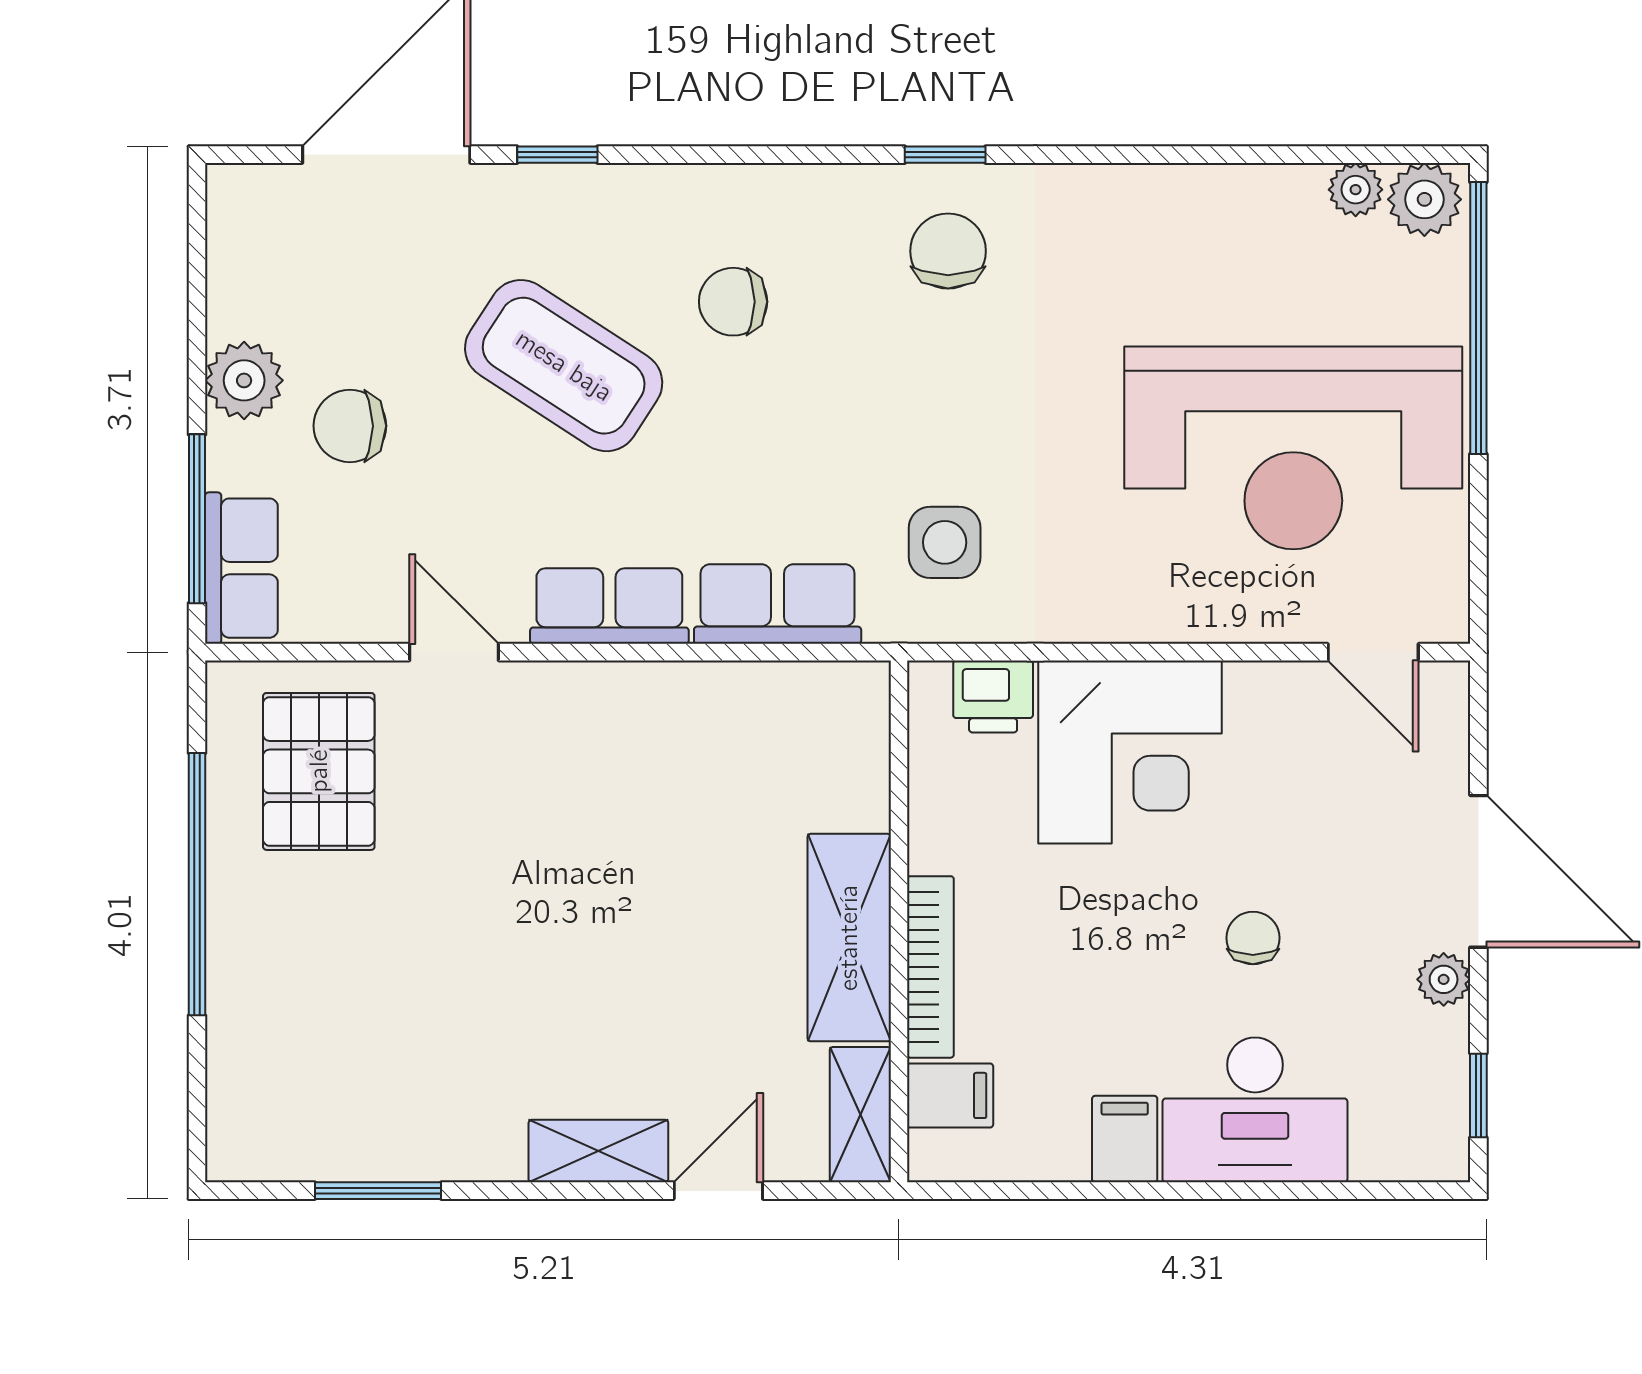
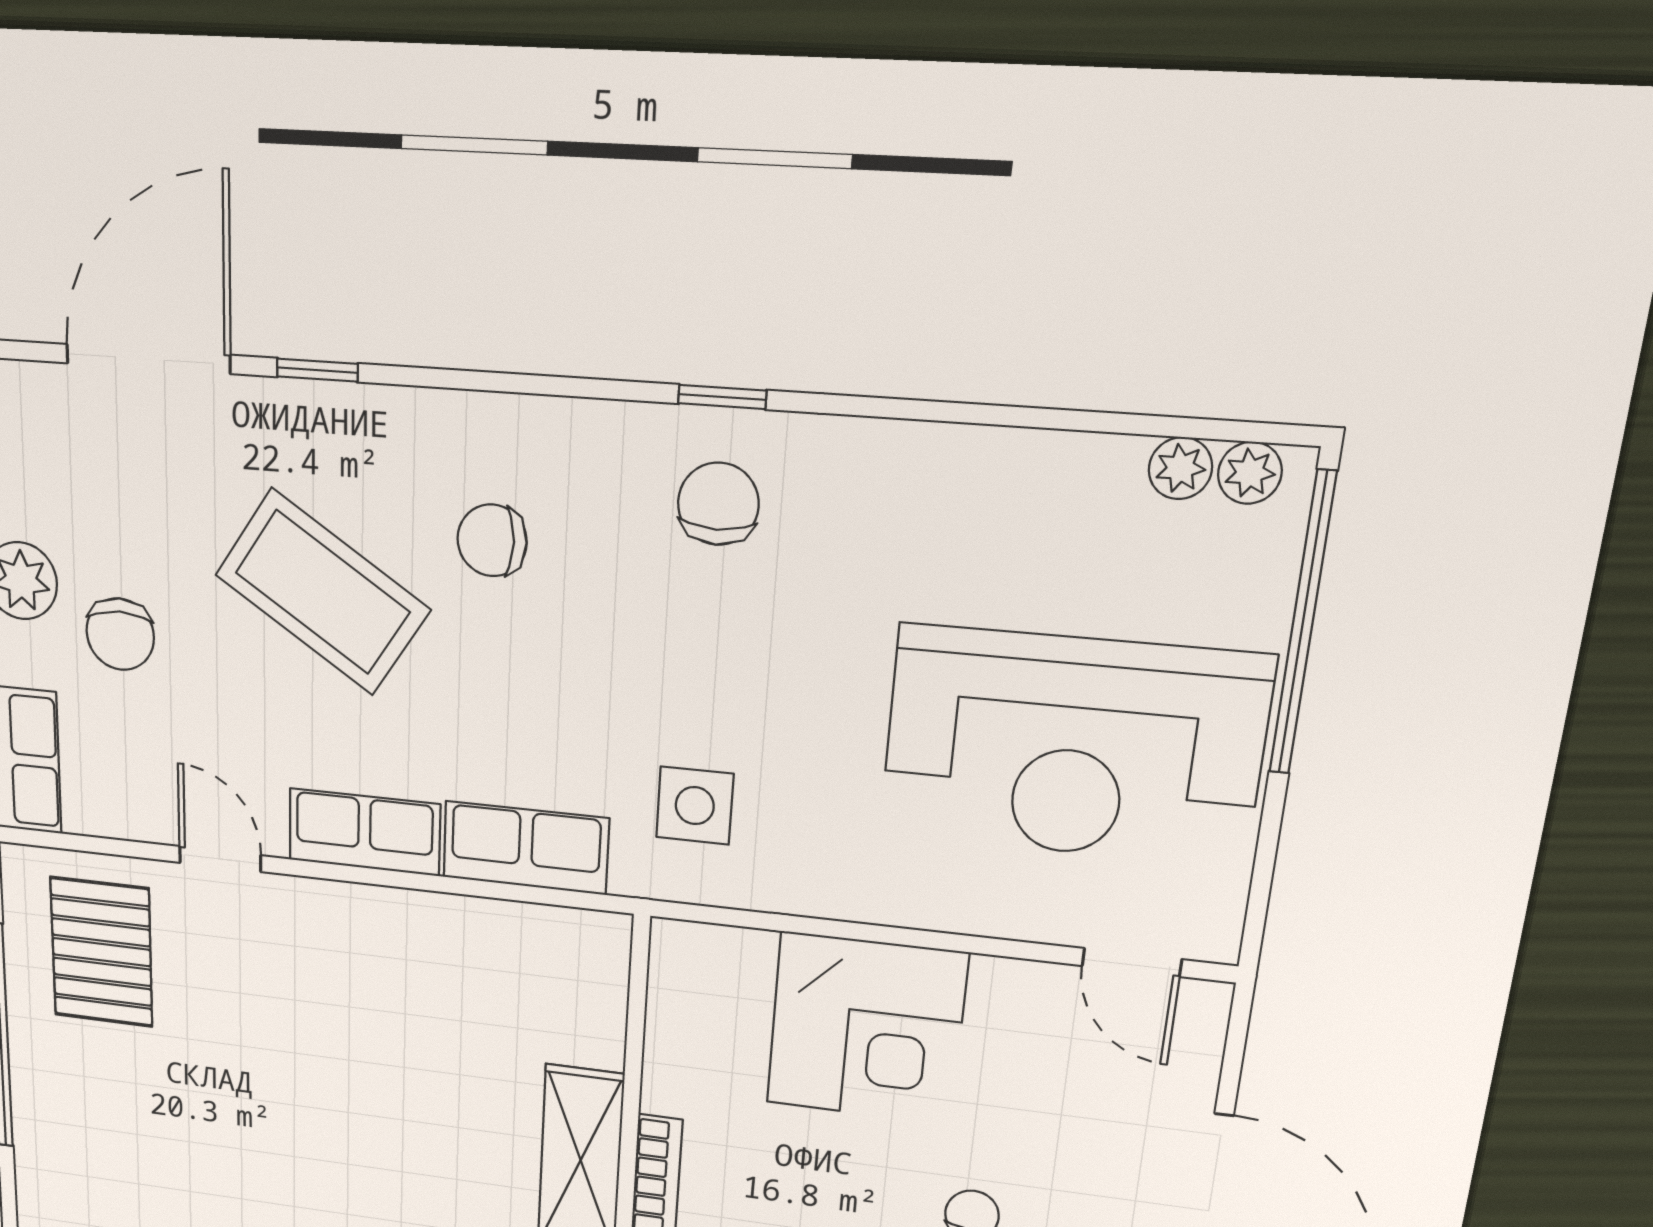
plant: (1424, 199) -> (1250, 473), width x0.73, depth x0.73
chair: (350, 426) -> (120, 634), turned -90
printer: (993, 696) -> (733, 960), removed

